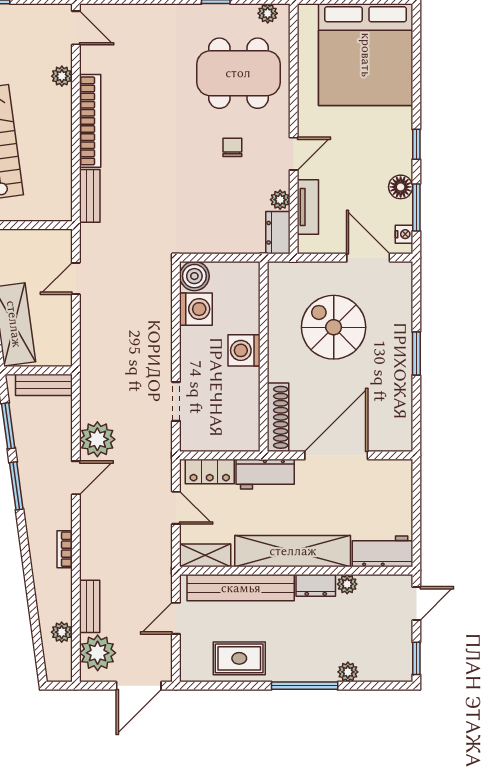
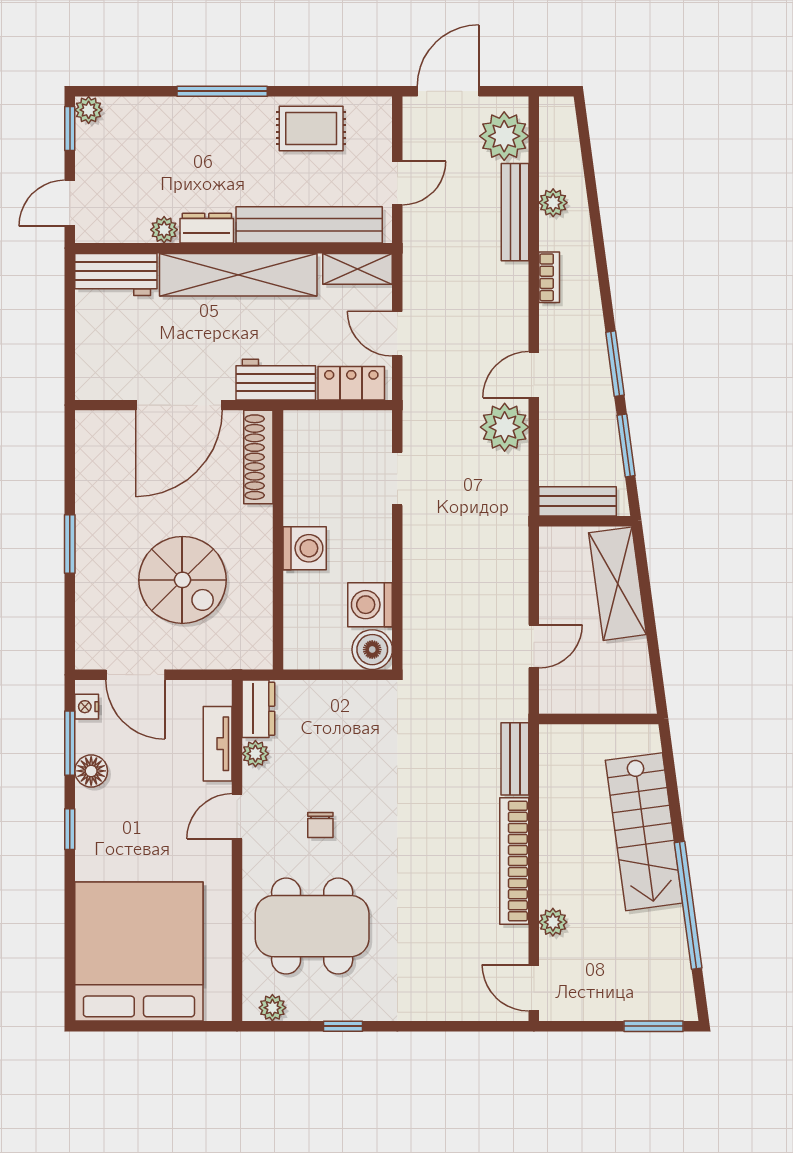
bench: (90, 606) -> (515, 212), width x1.36
plant: (62, 632) -> (553, 203), moved
plant: (348, 672) -> (89, 110), moved

